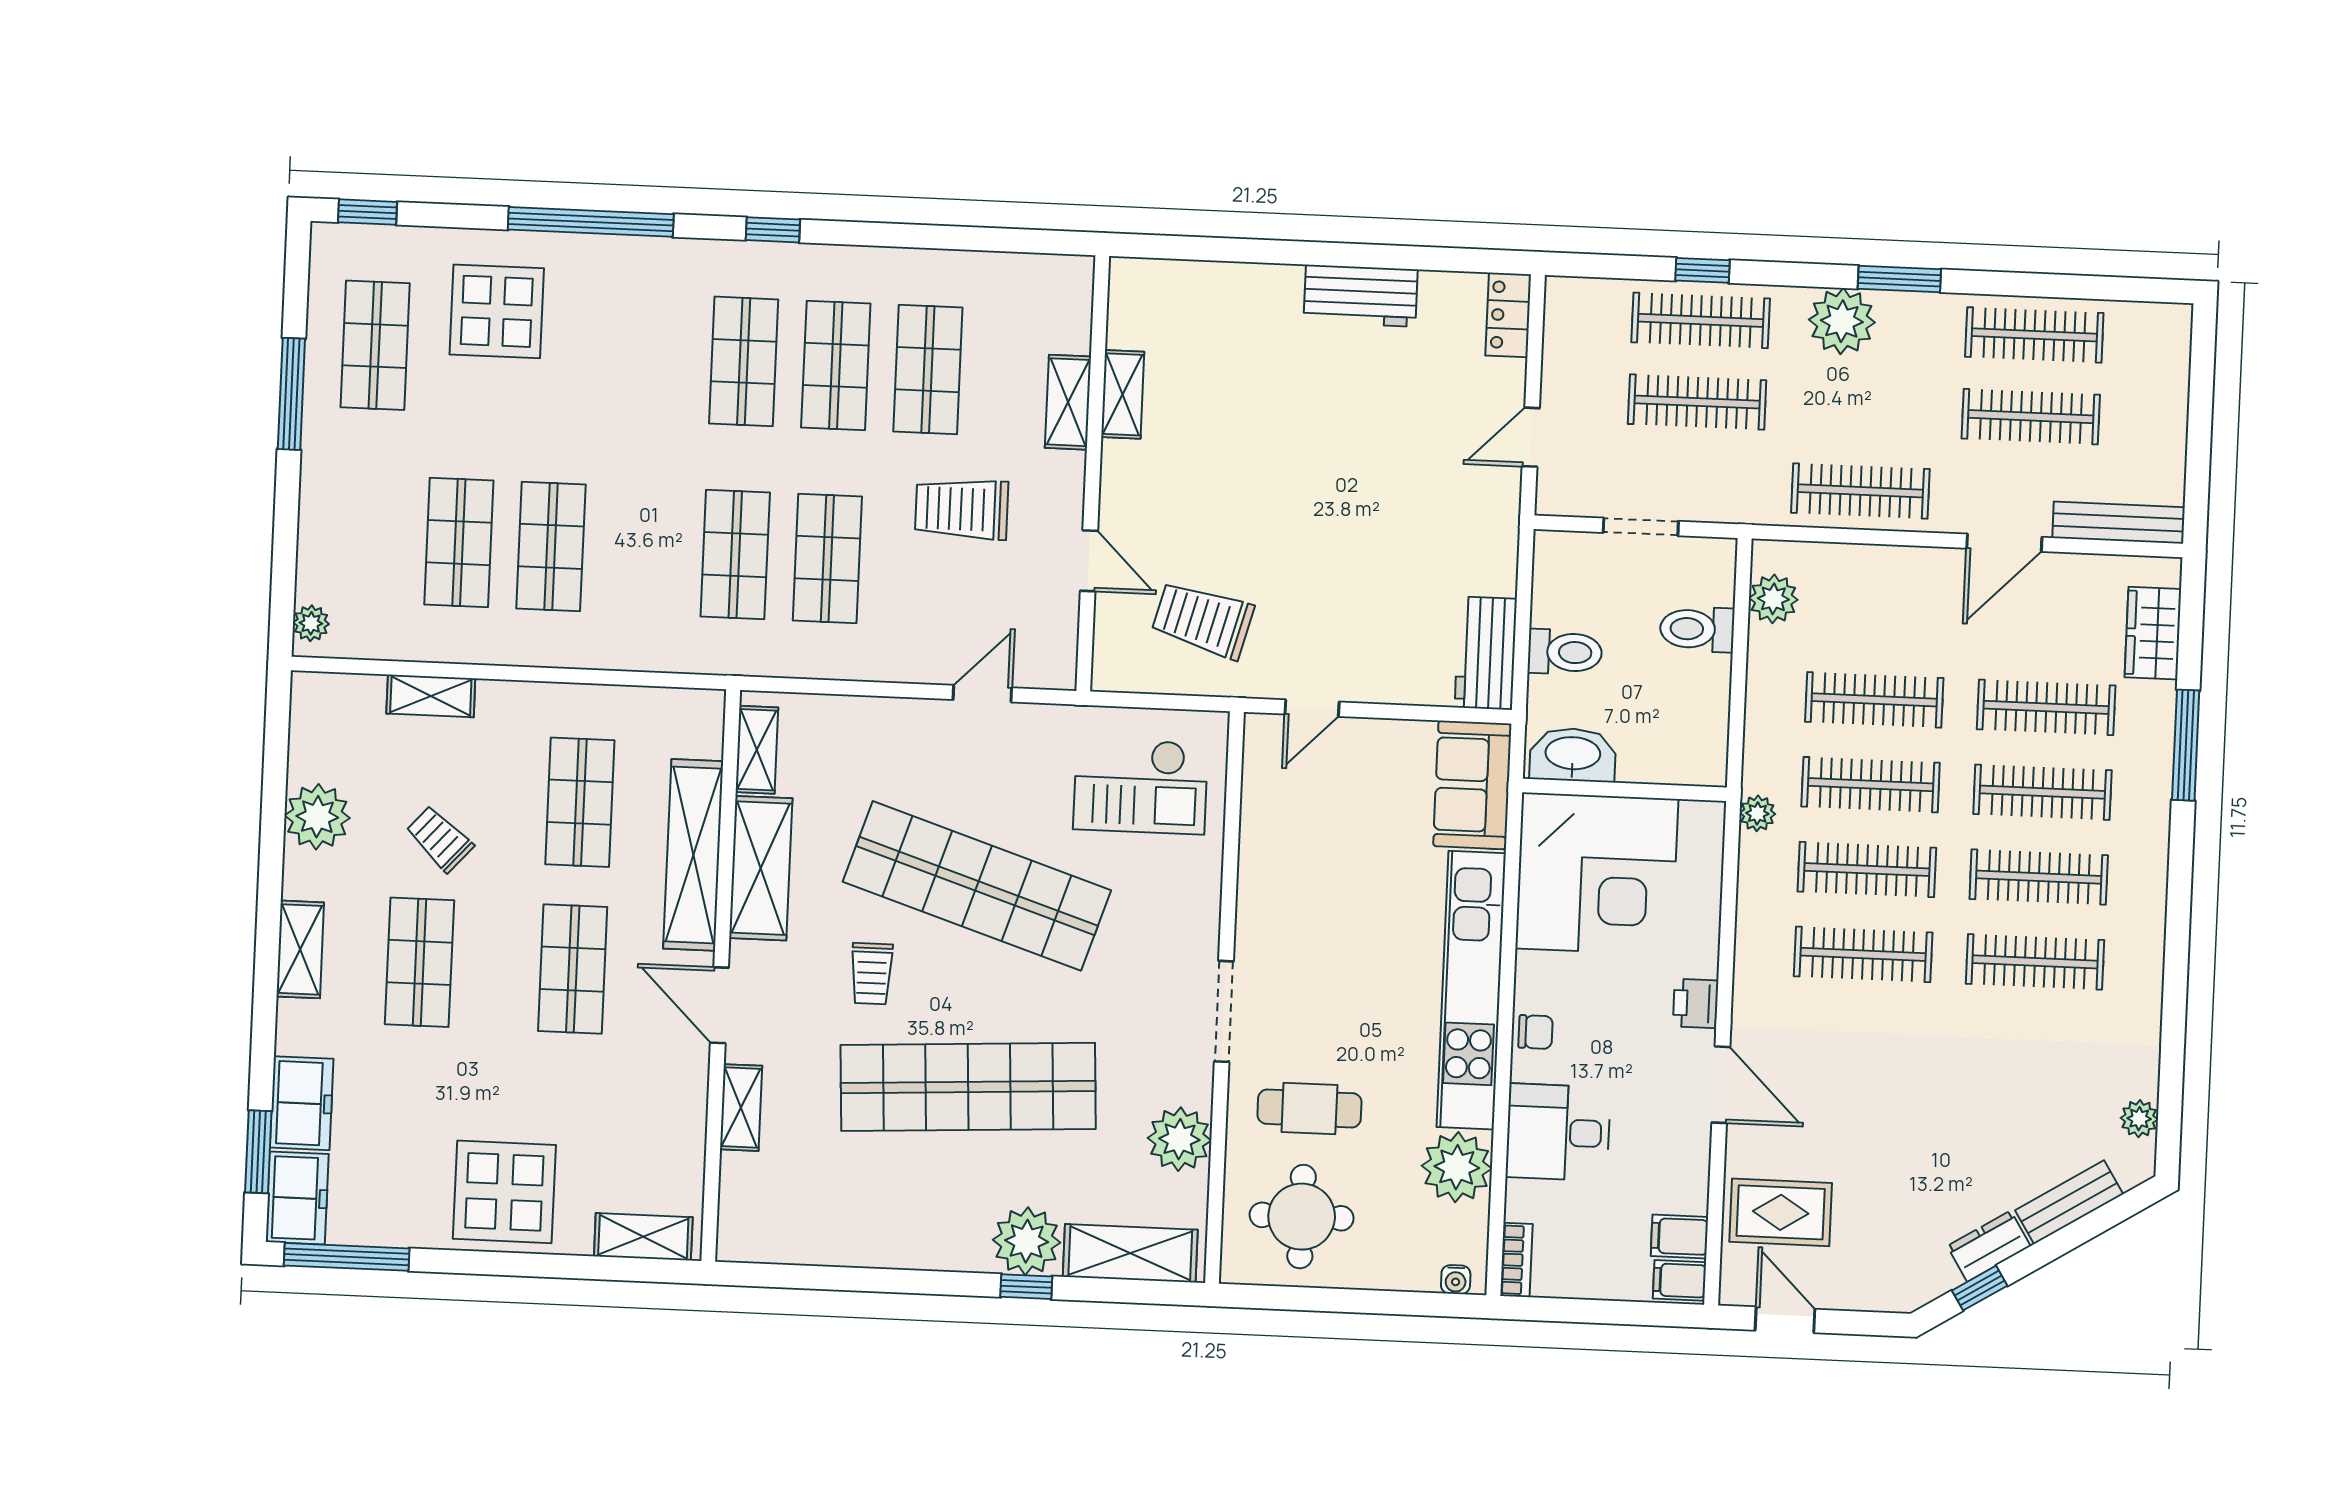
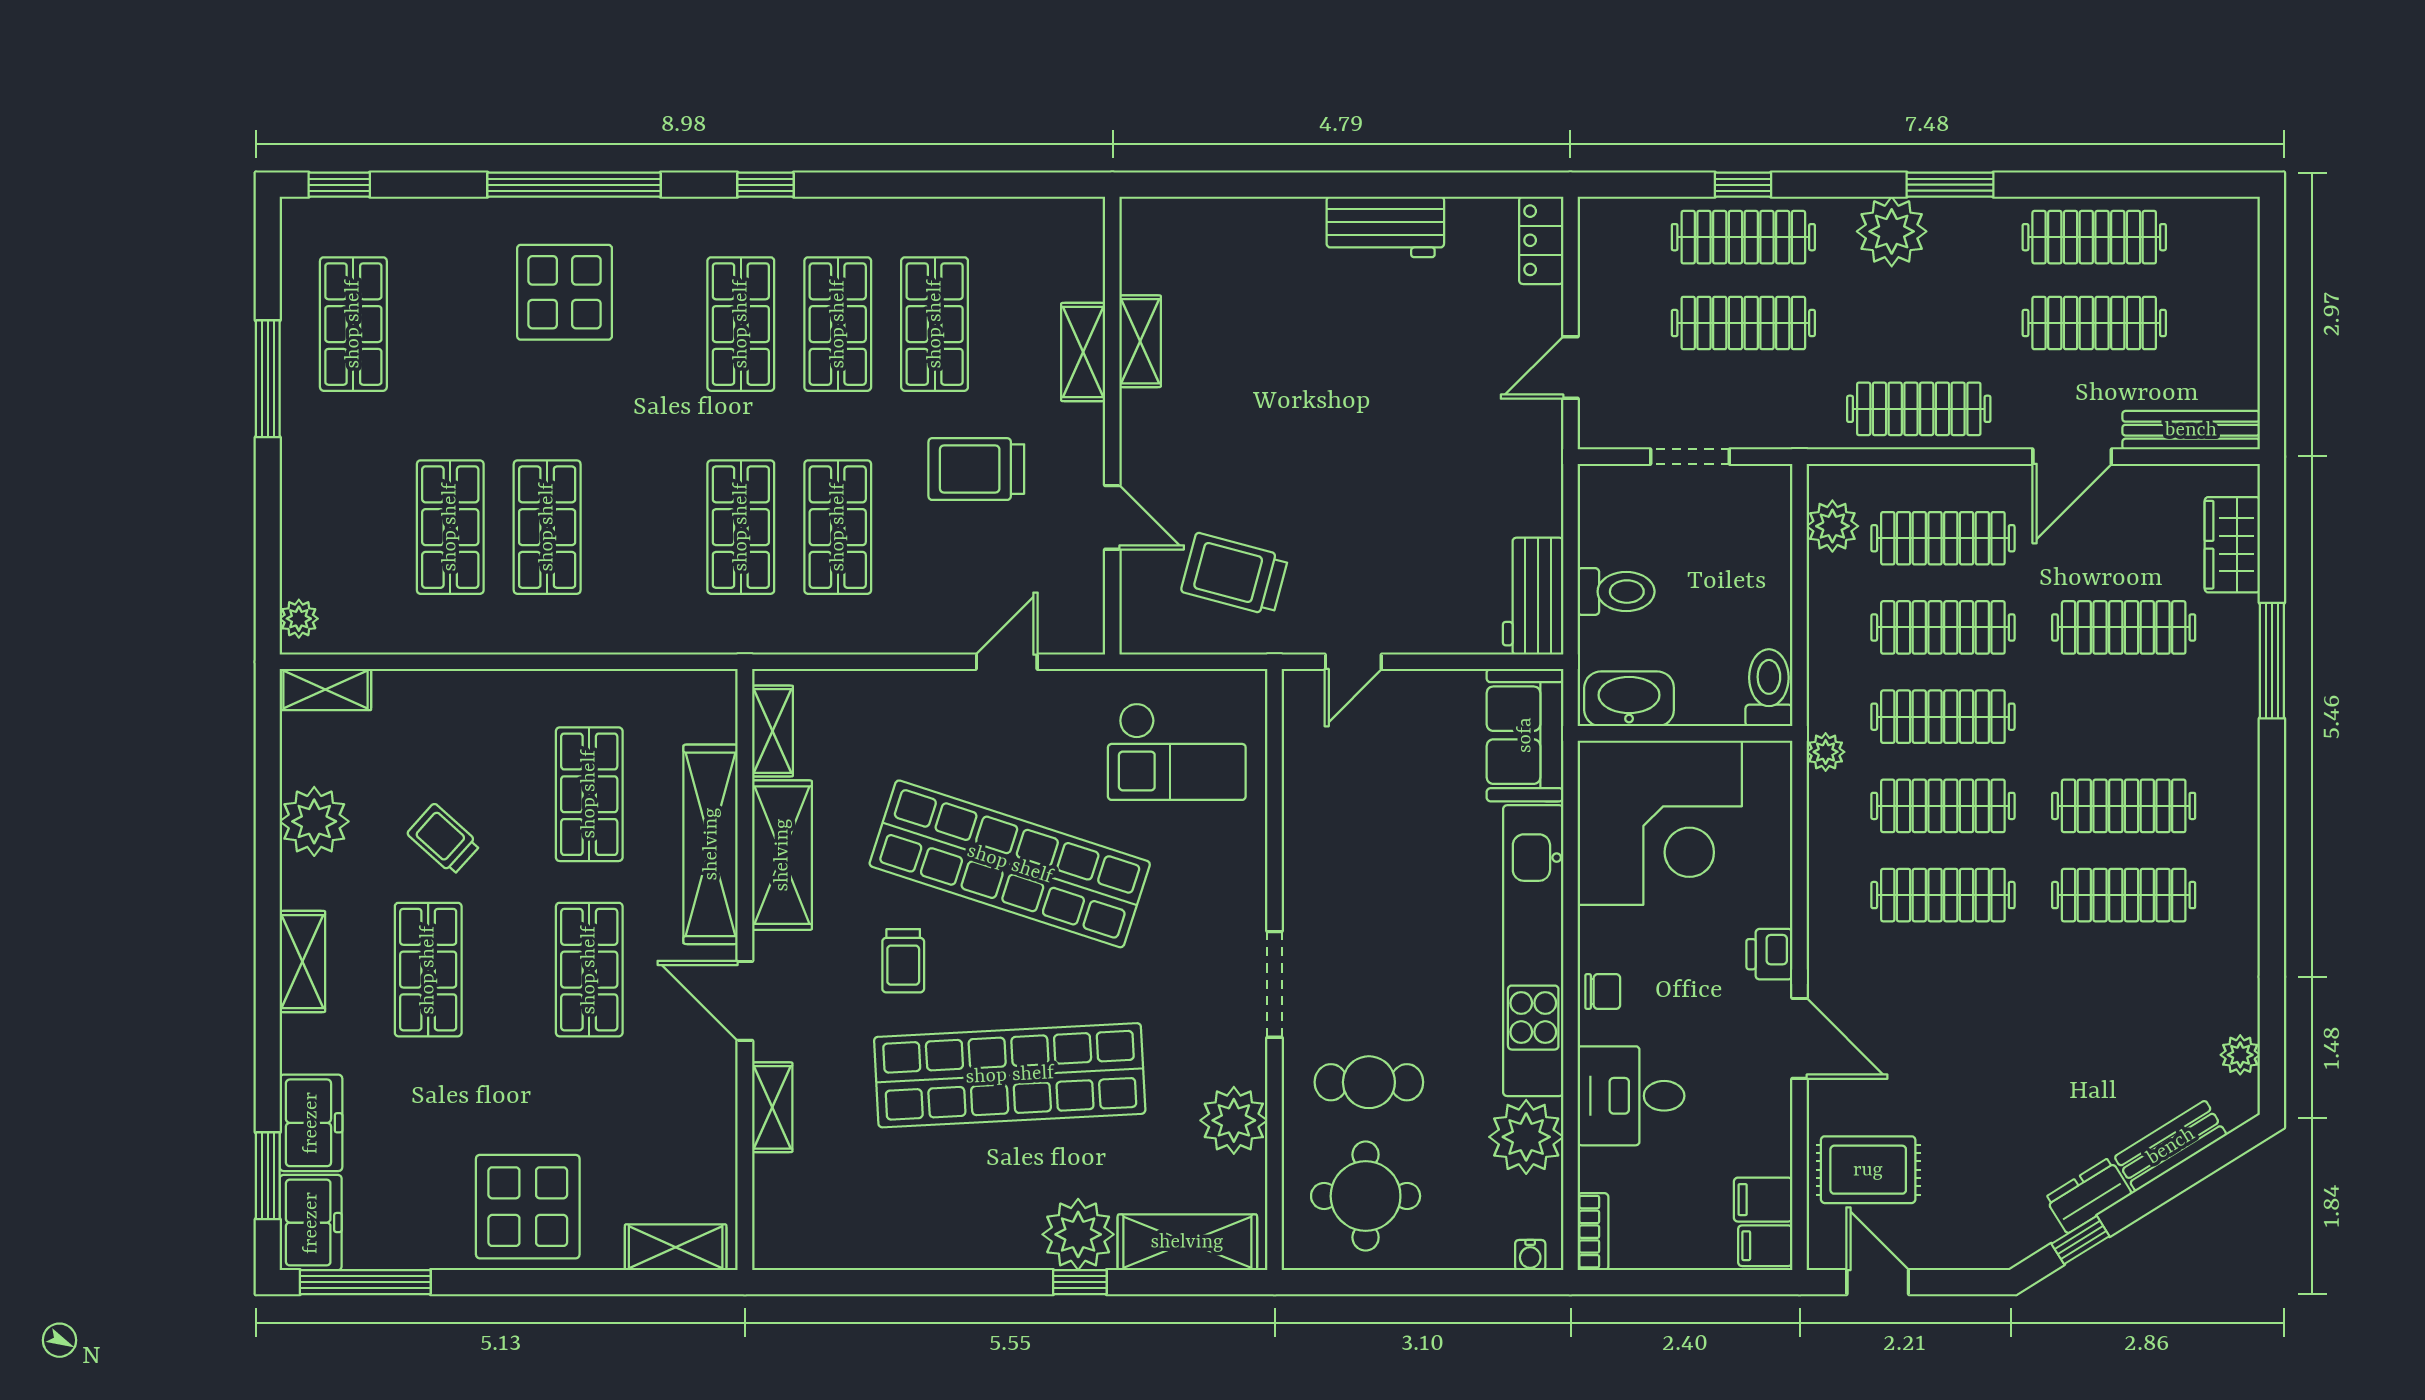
display table: (497, 311) -> (565, 292), moved
toilet: (1697, 629) -> (1769, 688), moved, turned 90
shelving: (431, 696) -> (325, 690), moved
clothes rail: (2042, 792) -> (1943, 538), moved

